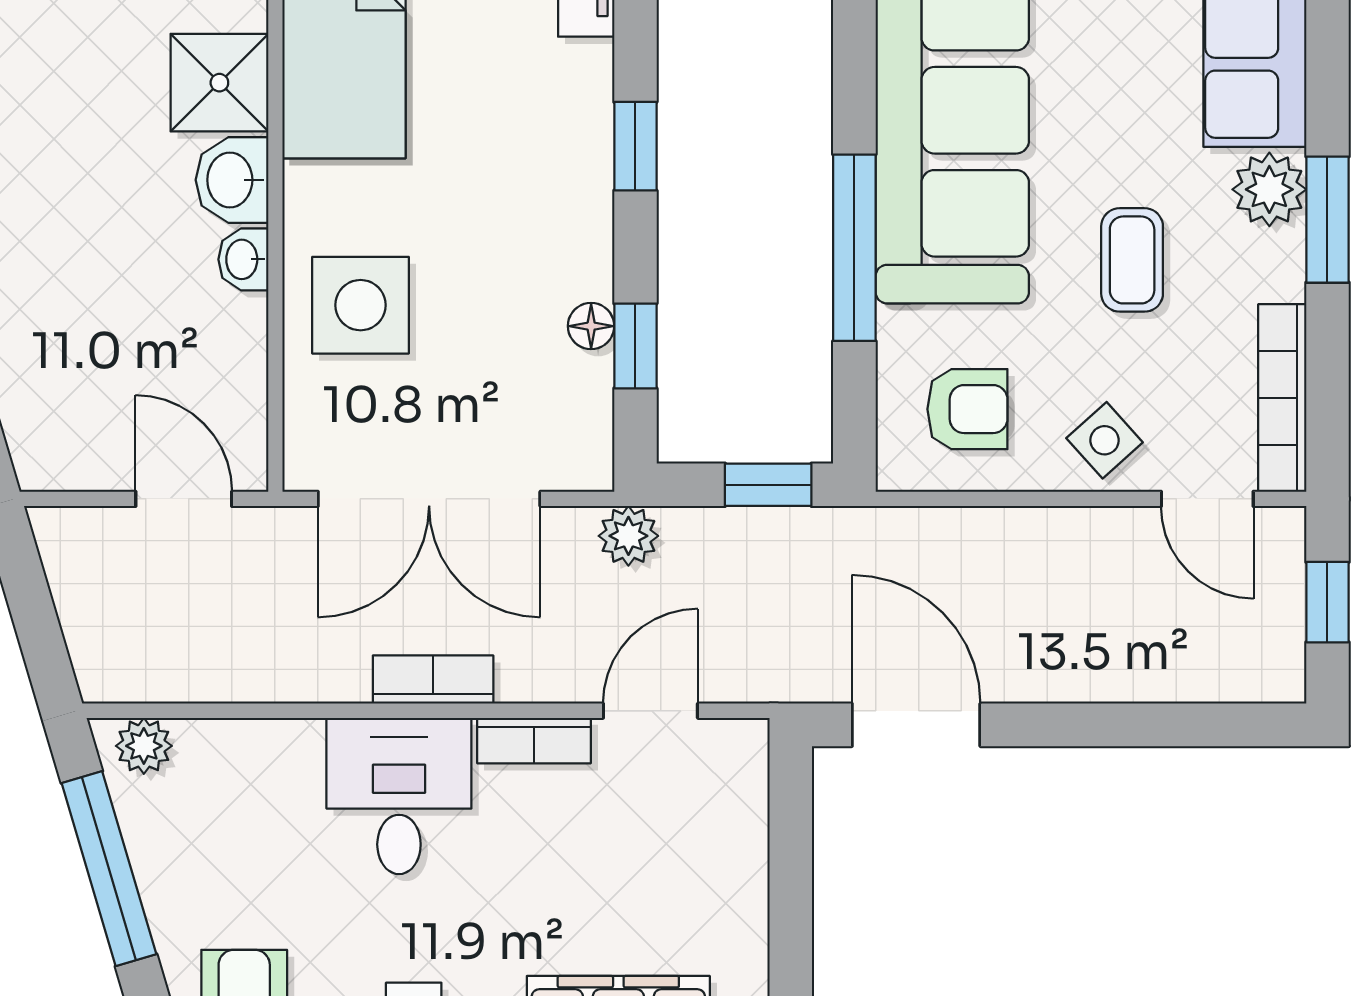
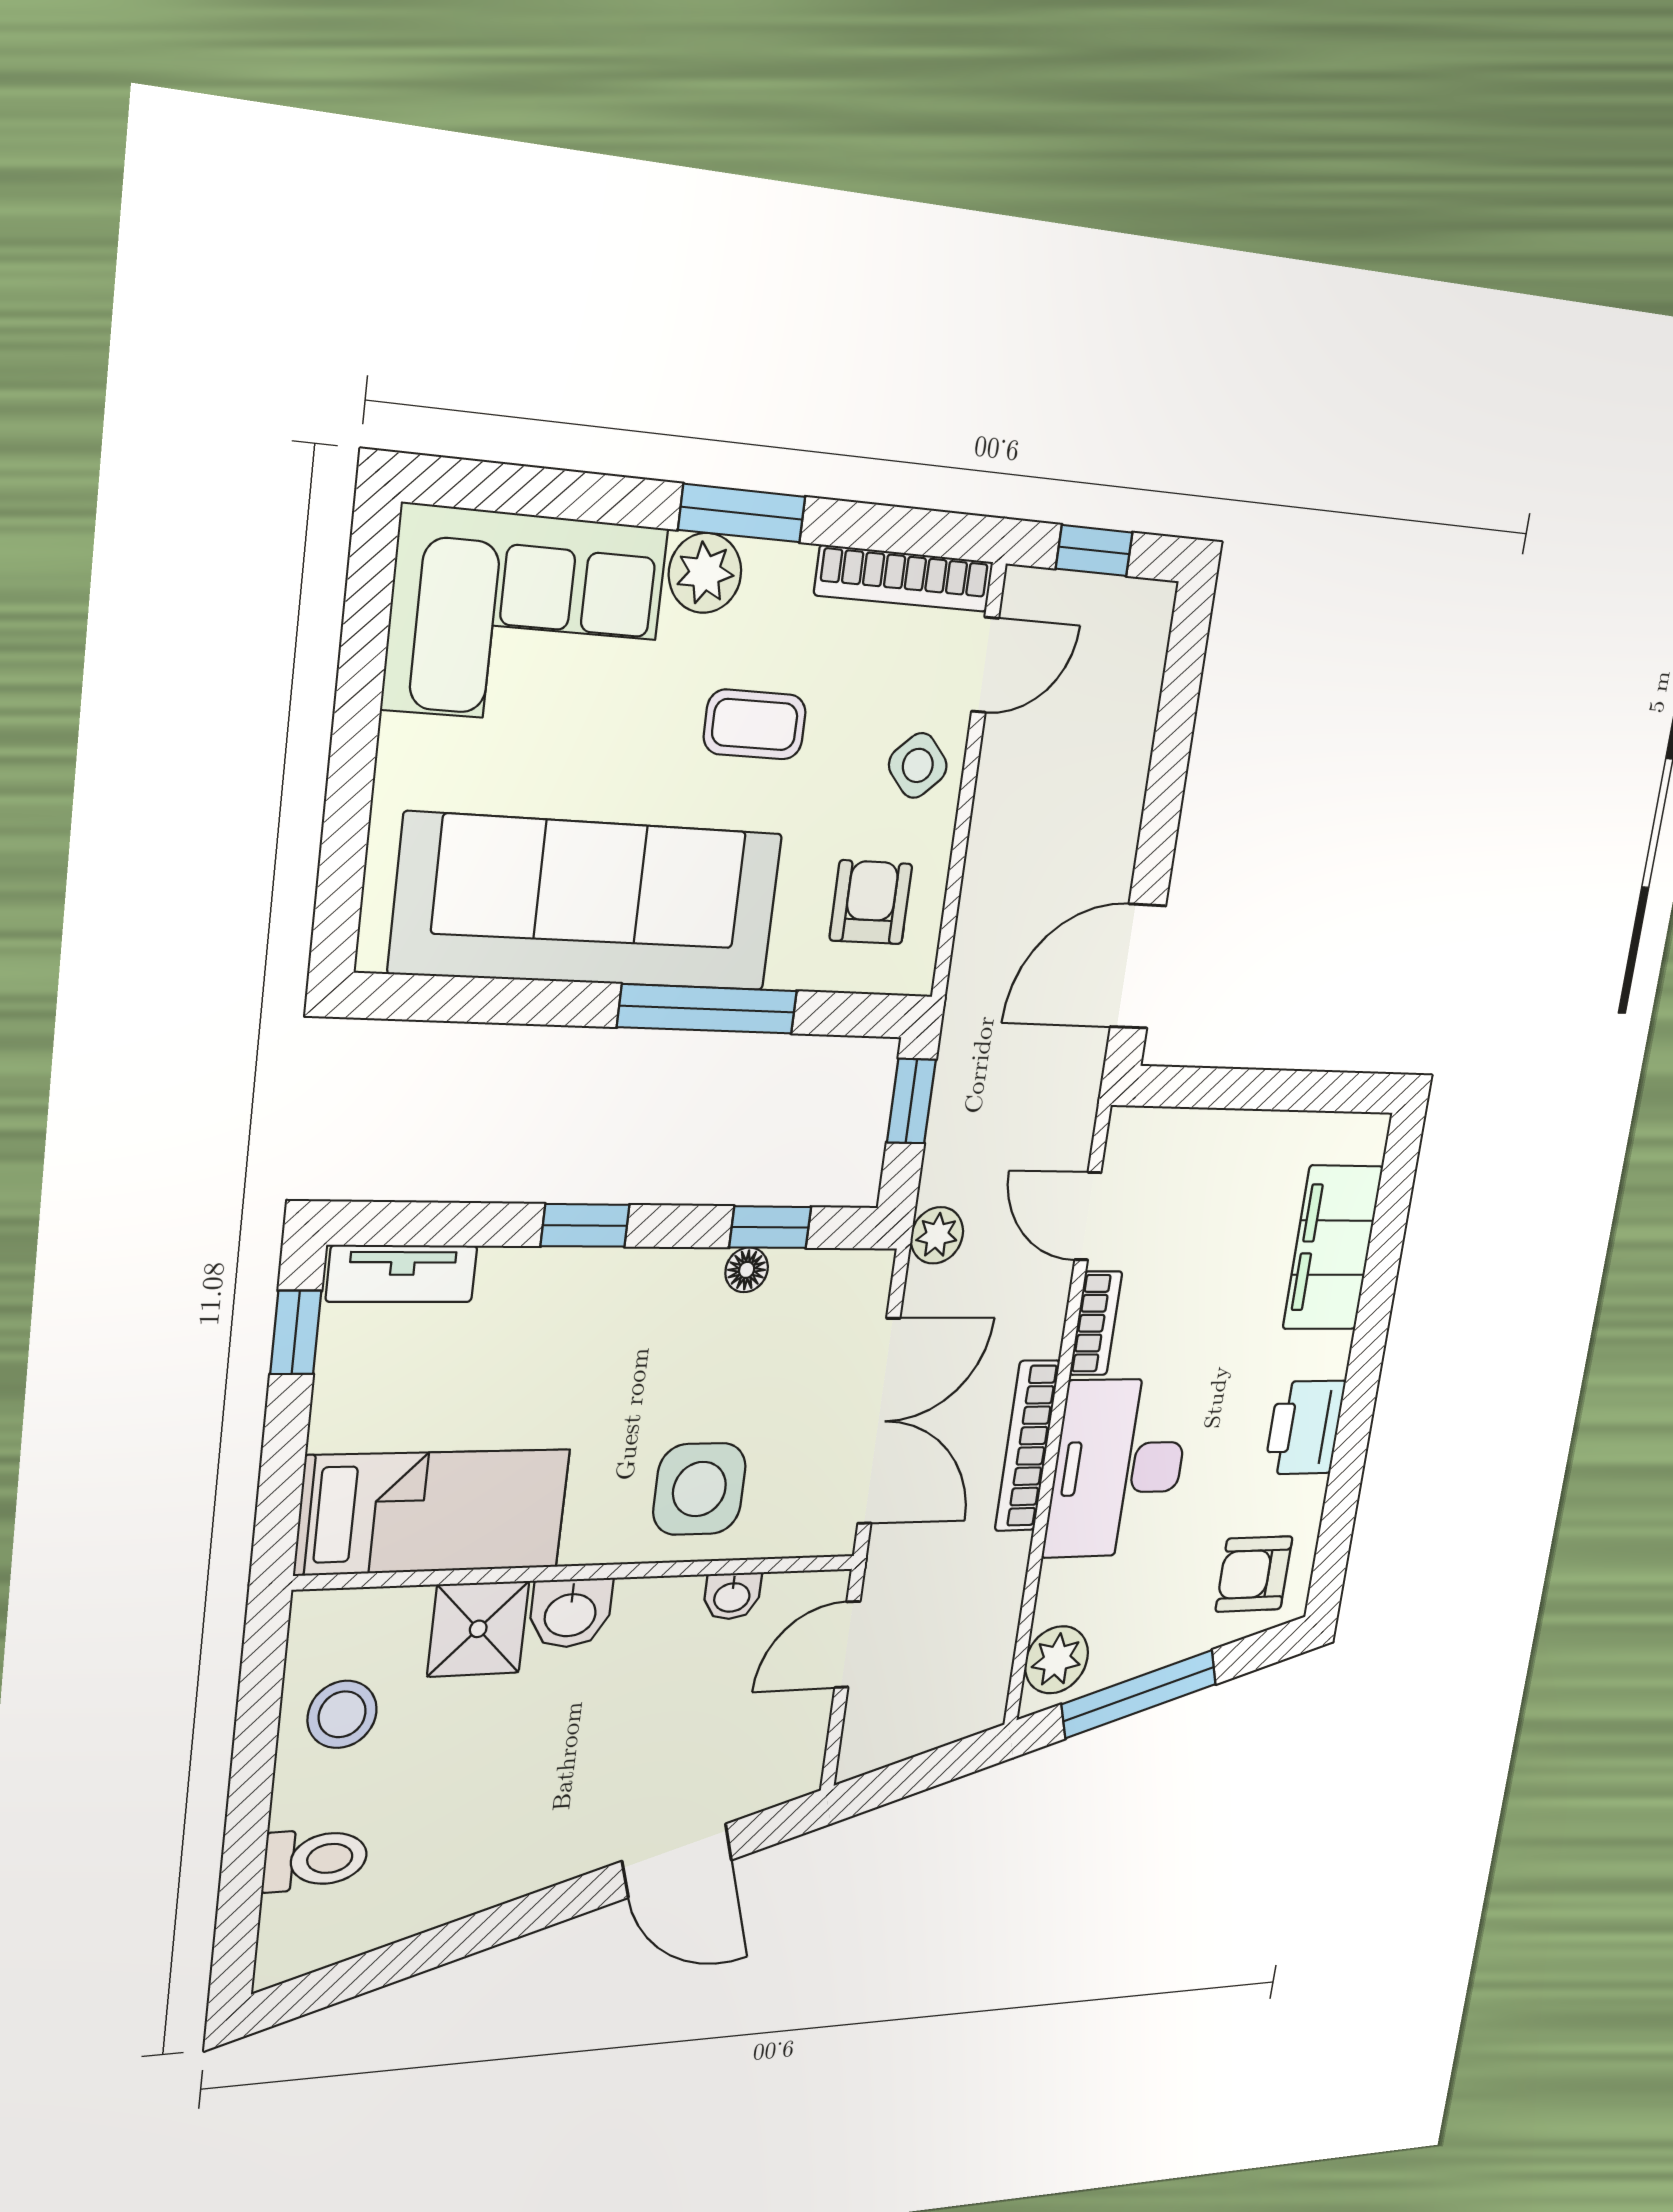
washbasin: (243, 259) -> (732, 1596), moved
bookcase: (433, 680) -> (1027, 1446), width x1.56
plant: (144, 746) -> (1057, 1660), width x1.38, depth x1.38
desk: (399, 796) -> (1118, 1468), width x1.37

